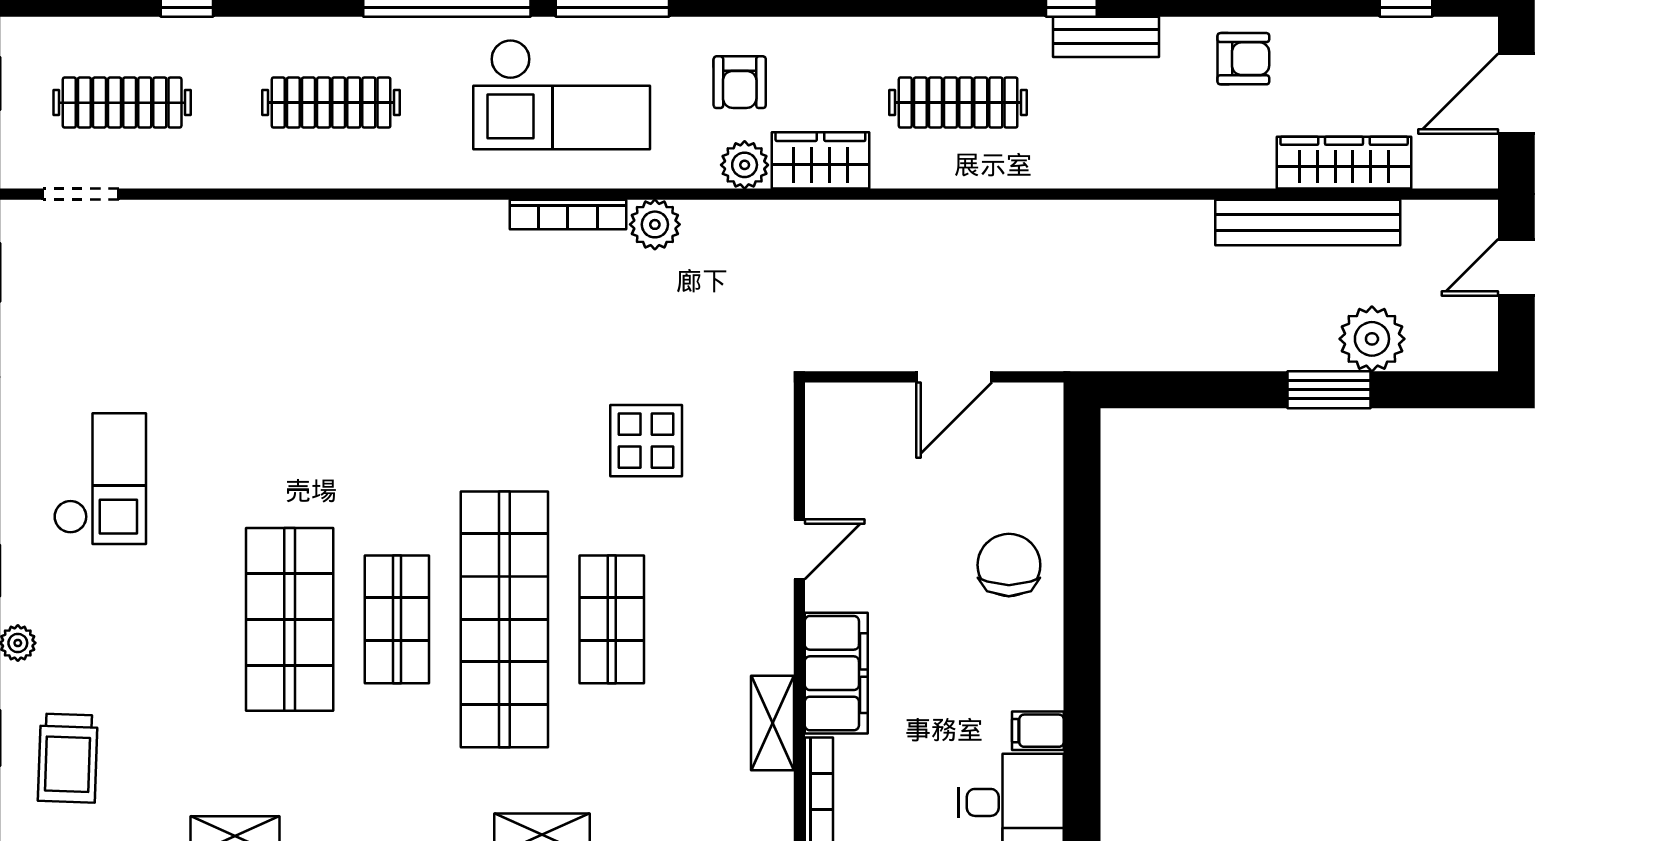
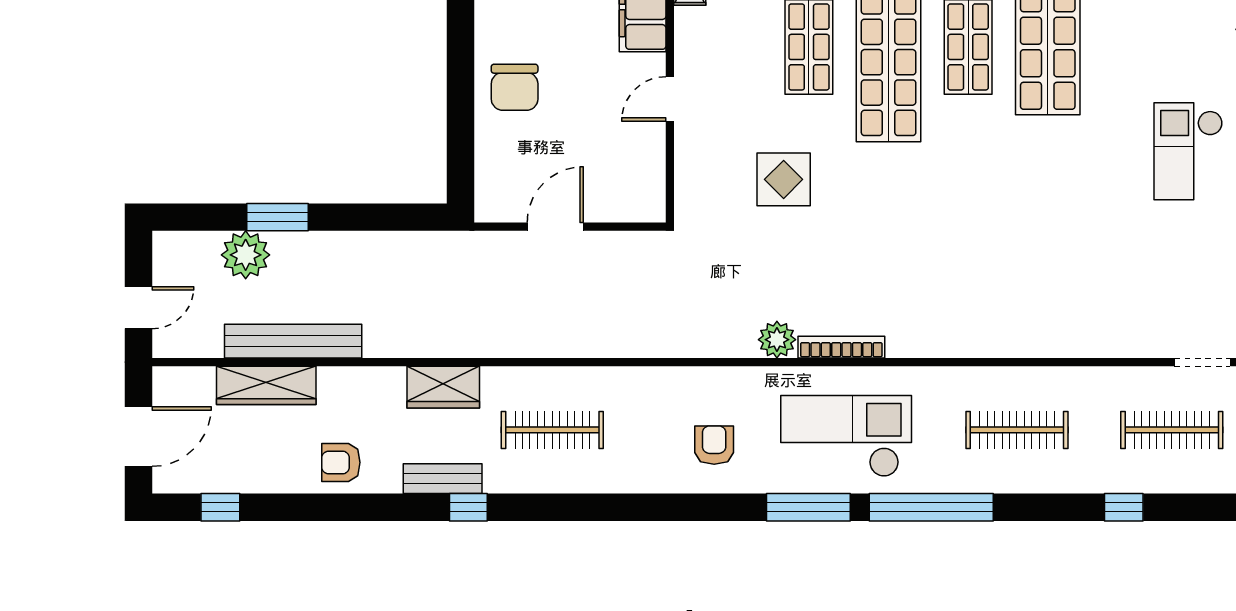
wardrobe: (820, 160) -> (443, 387), moved
plant: (745, 165) -> (711, 384), removed

